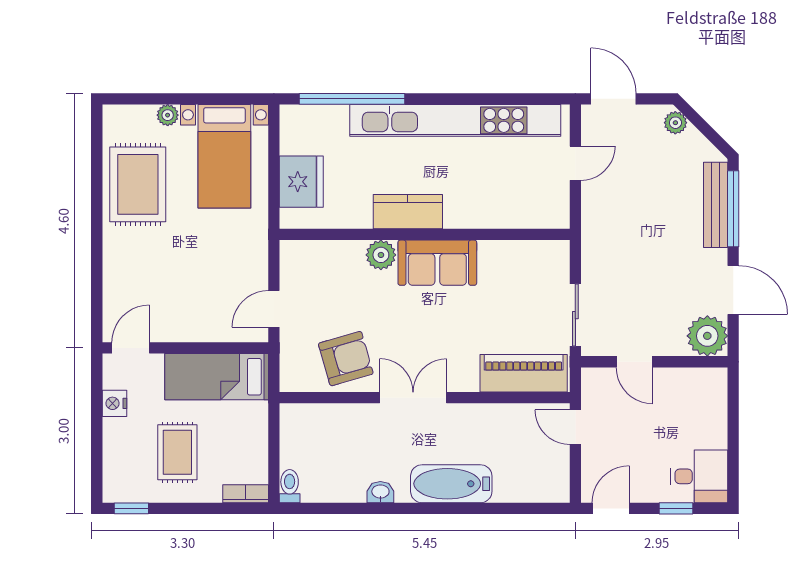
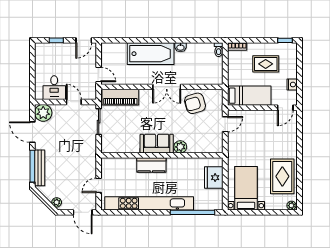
plant: (168, 115) -> (291, 206), moved
kitchen counter: (408, 212) -> (151, 165), moved
rug: (177, 452) -> (266, 64), turned 90
desk: (699, 476) -> (54, 88), moved, turned -90
bathtub: (451, 484) -> (151, 54), width x1.36, depth x1.36

